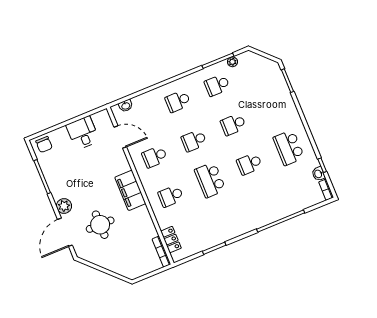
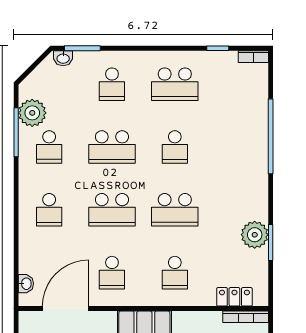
plant: (233, 62) -> (32, 113), width x1.88, depth x1.88
school desk: (273, 108) -> (112, 84), added
school desk: (233, 124) -> (112, 147), width x1.85
door: (120, 137) -> (66, 309), width x1.36
school desk: (194, 141) -> (112, 210), width x1.85
washbasin: (318, 174) -> (63, 58), moved
plant: (215, 236) -> (255, 235), added

